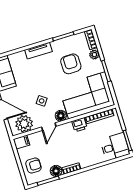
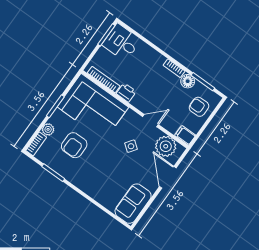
tv unit: (38, 51) -> (85, 186), removed
floor lamp: (61, 116) -> (131, 117), removed

